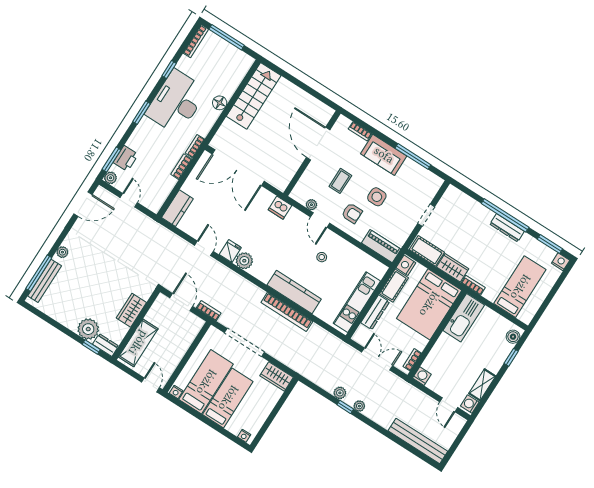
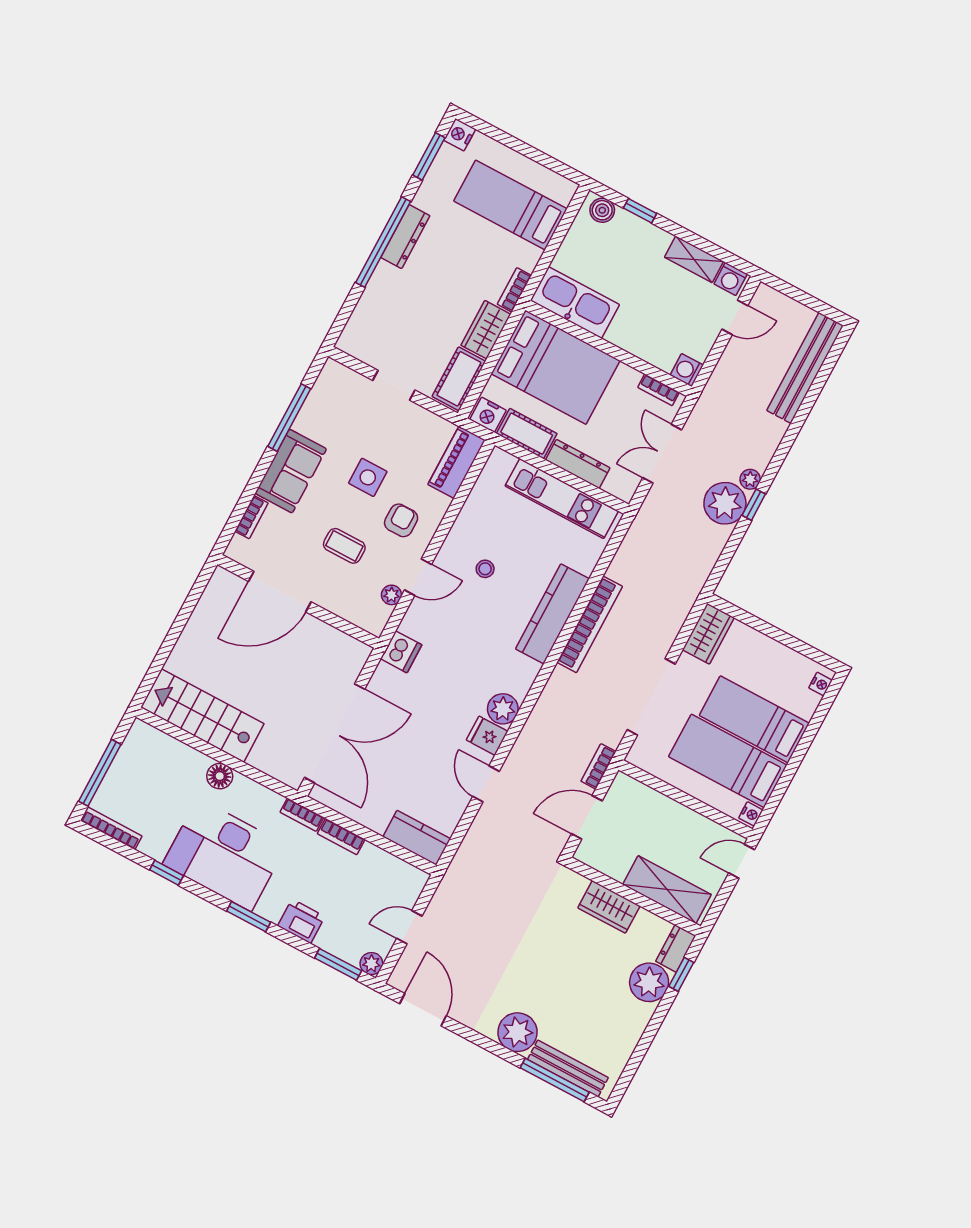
printer: (126, 158) -> (301, 921), moved
door: (204, 248) -> (486, 784), hinge flipped
plant: (62, 252) -> (517, 1032), width x1.88, depth x1.88
plant: (340, 393) -> (725, 503), width x1.88, depth x1.88

